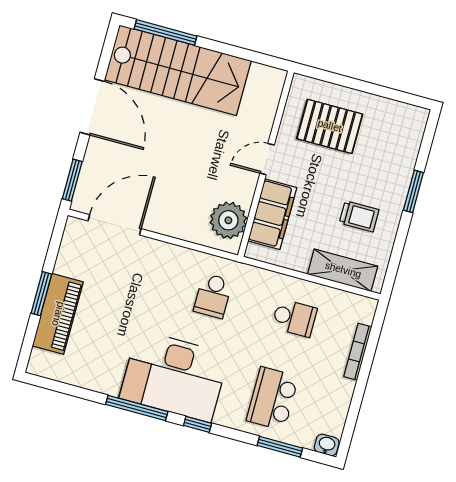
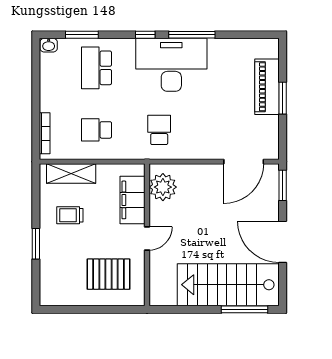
bookcase: (358, 352) -> (45, 133), moved
school desk: (272, 399) -> (97, 68), turned 180

